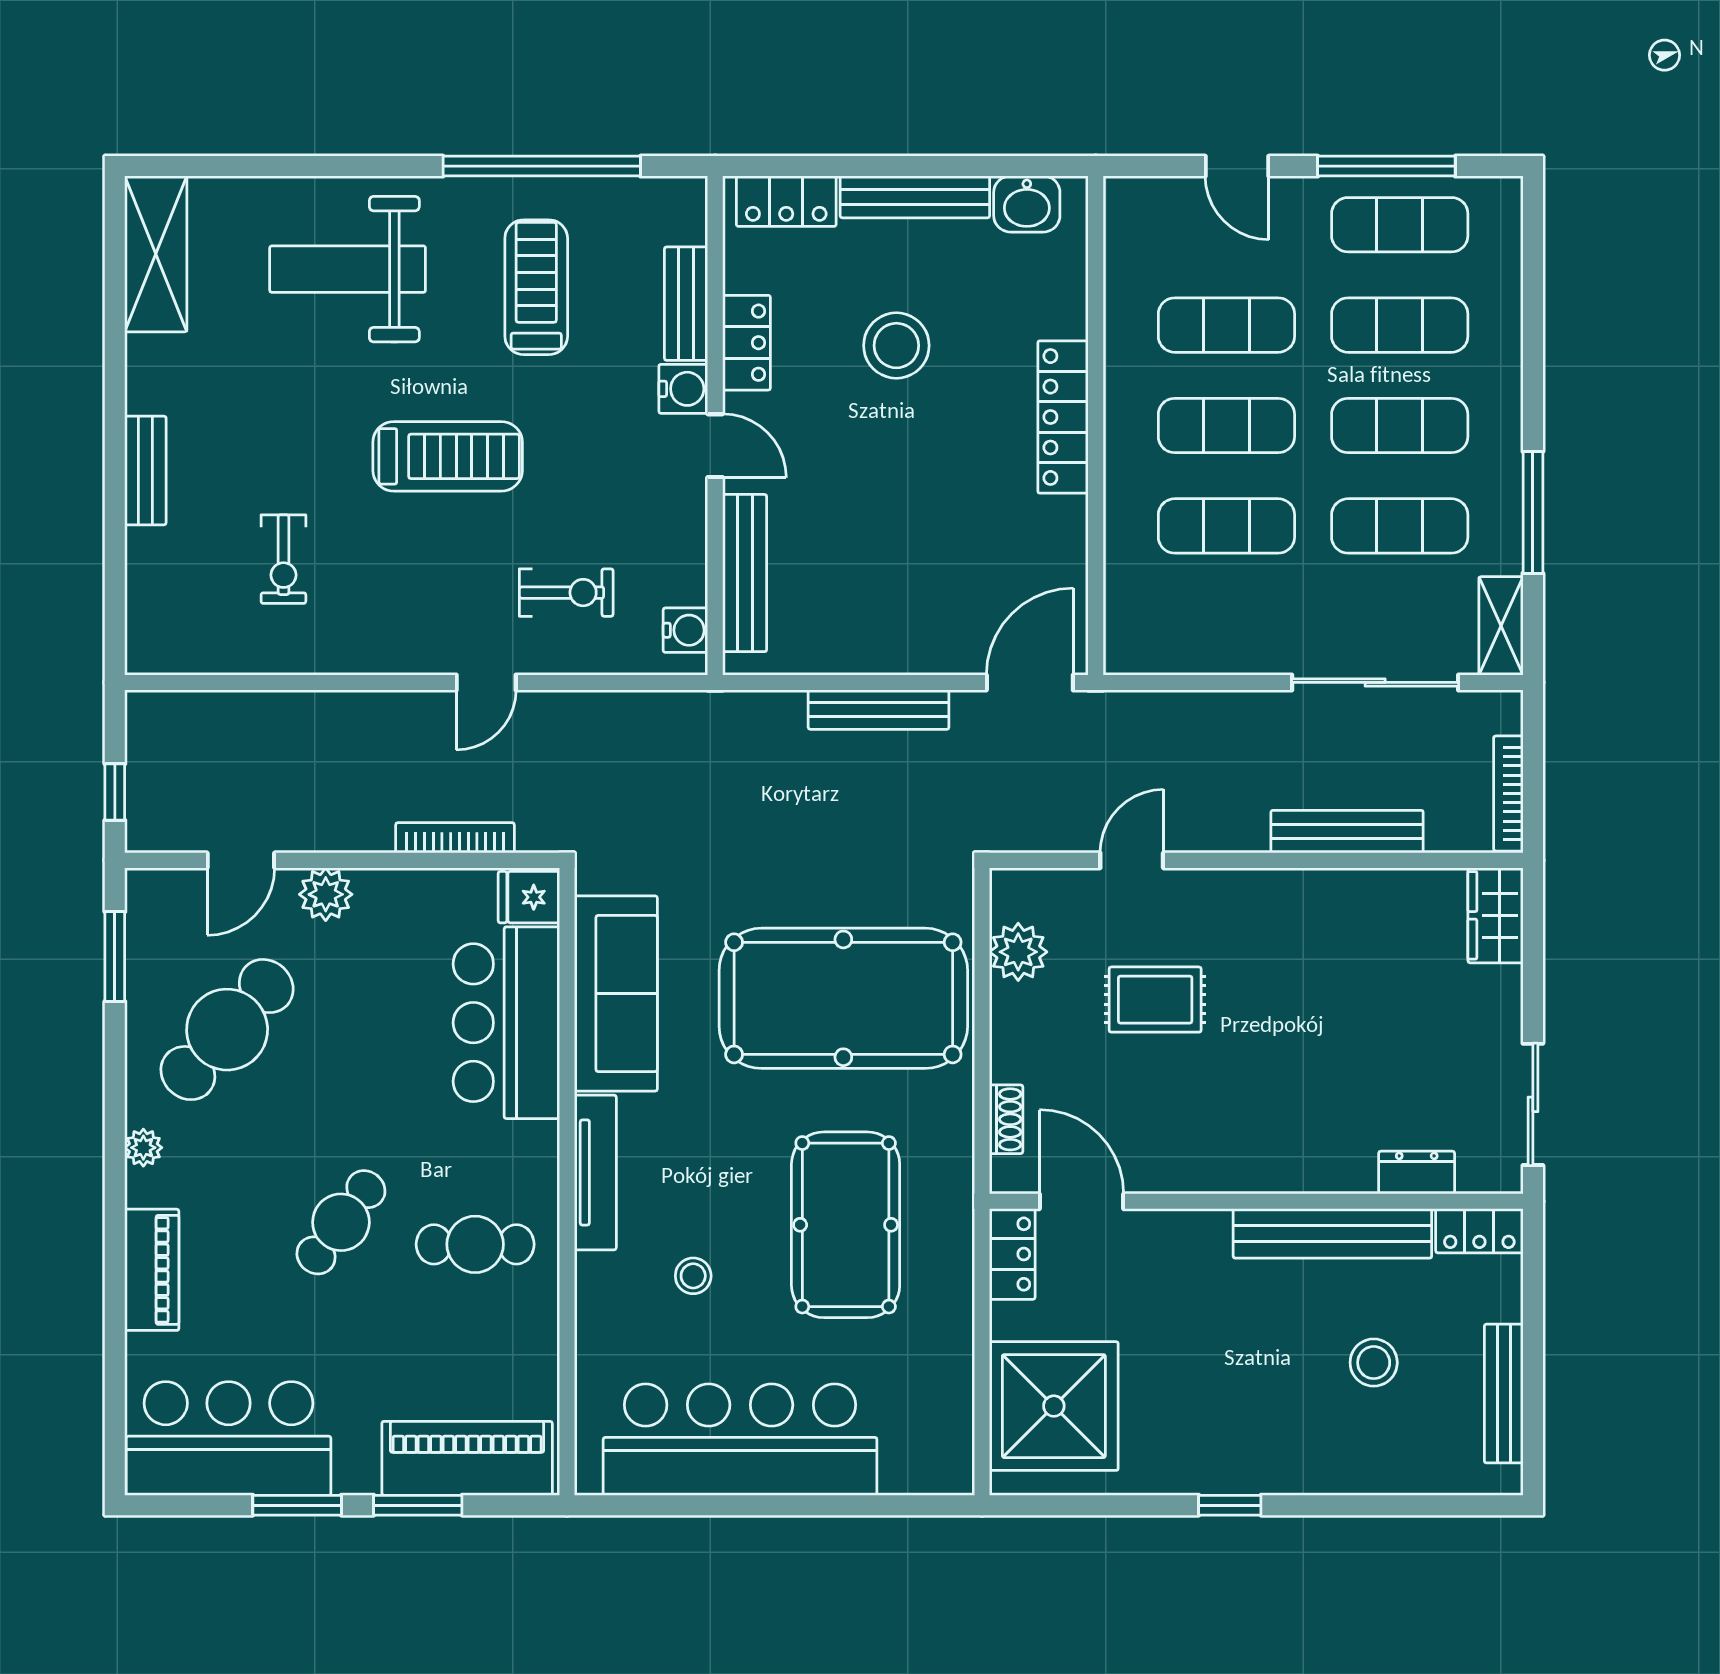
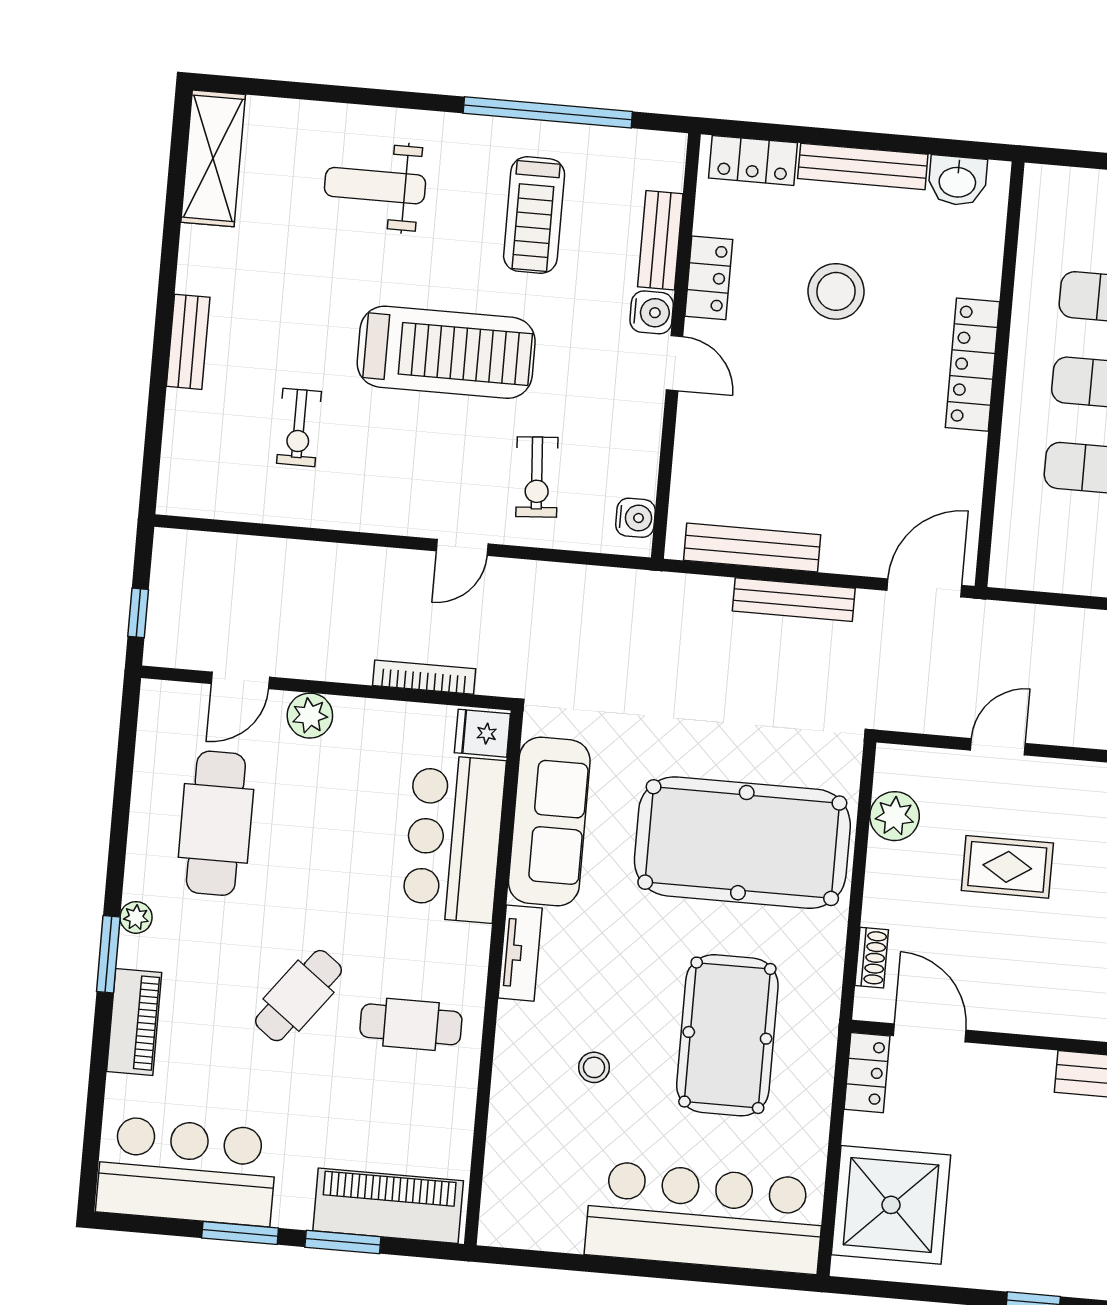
weight bench: (348, 269) -> (375, 186), width x0.73, depth x0.75
treadmill: (536, 287) -> (534, 215), turned 180
treadmill: (448, 456) -> (446, 352), width x1.37, depth x1.38
bench: (745, 573) -> (752, 548), moved, turned 90
exercise bike: (566, 593) -> (537, 477), turned 86
window: (115, 957) -> (108, 954), moved
cafe table: (227, 1030) -> (216, 823), turned -42
tv unit: (595, 1172) -> (520, 953), width x0.71
bar counter: (740, 1440) -> (705, 1217), moved

